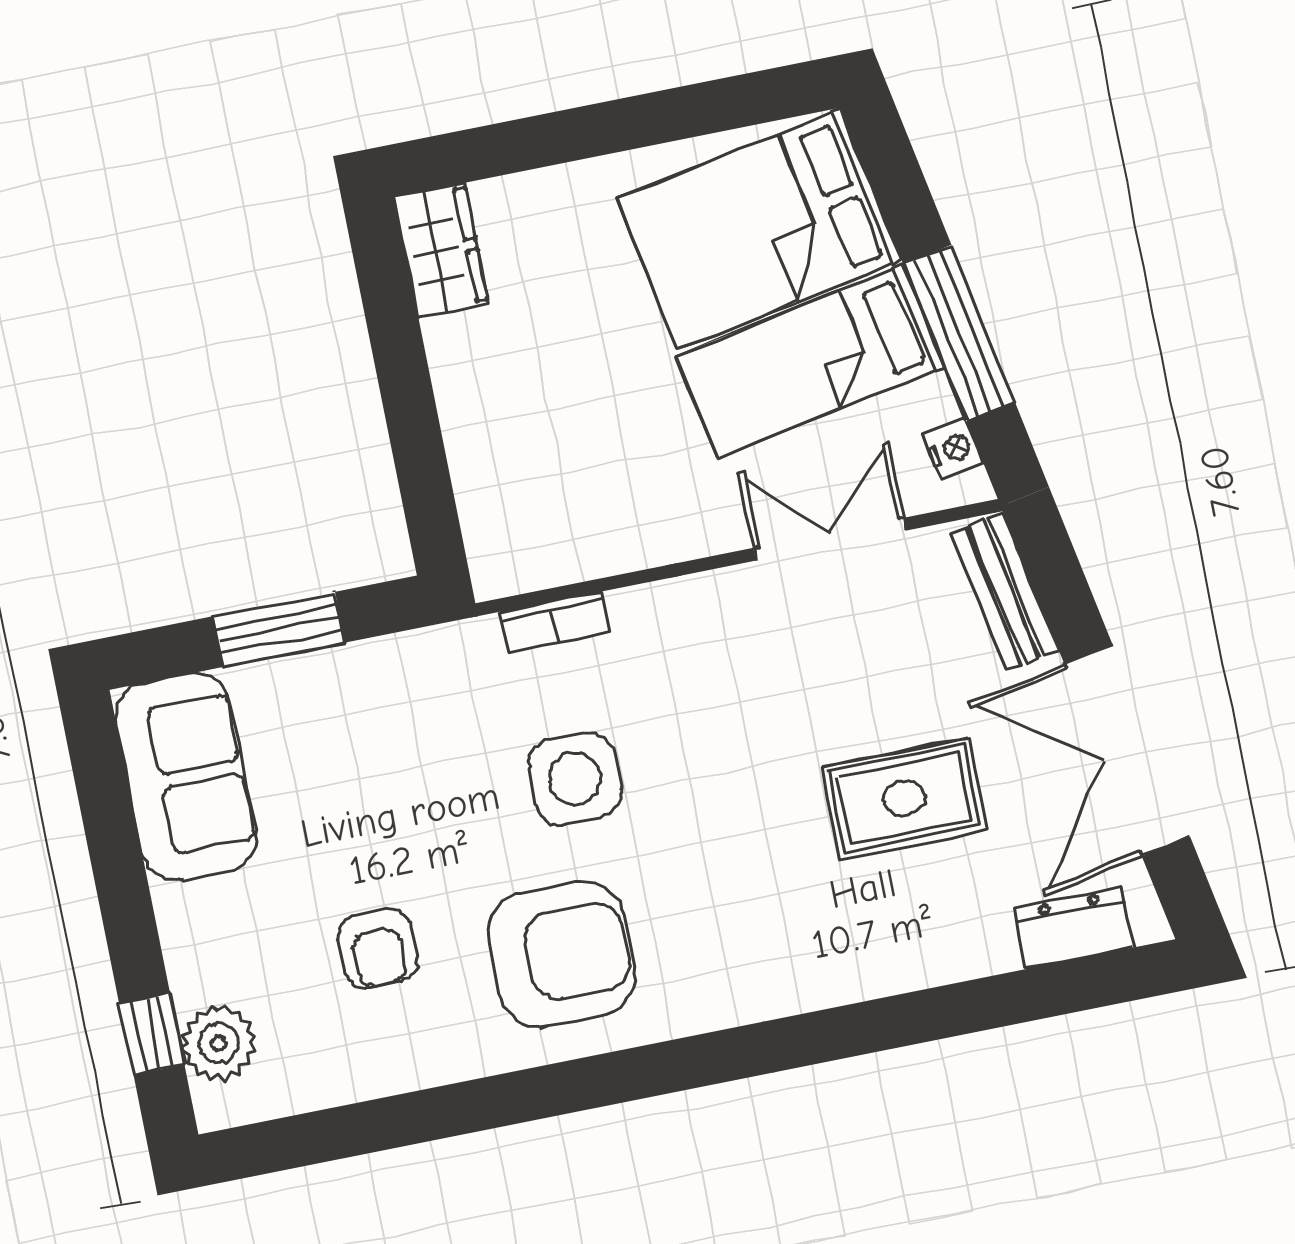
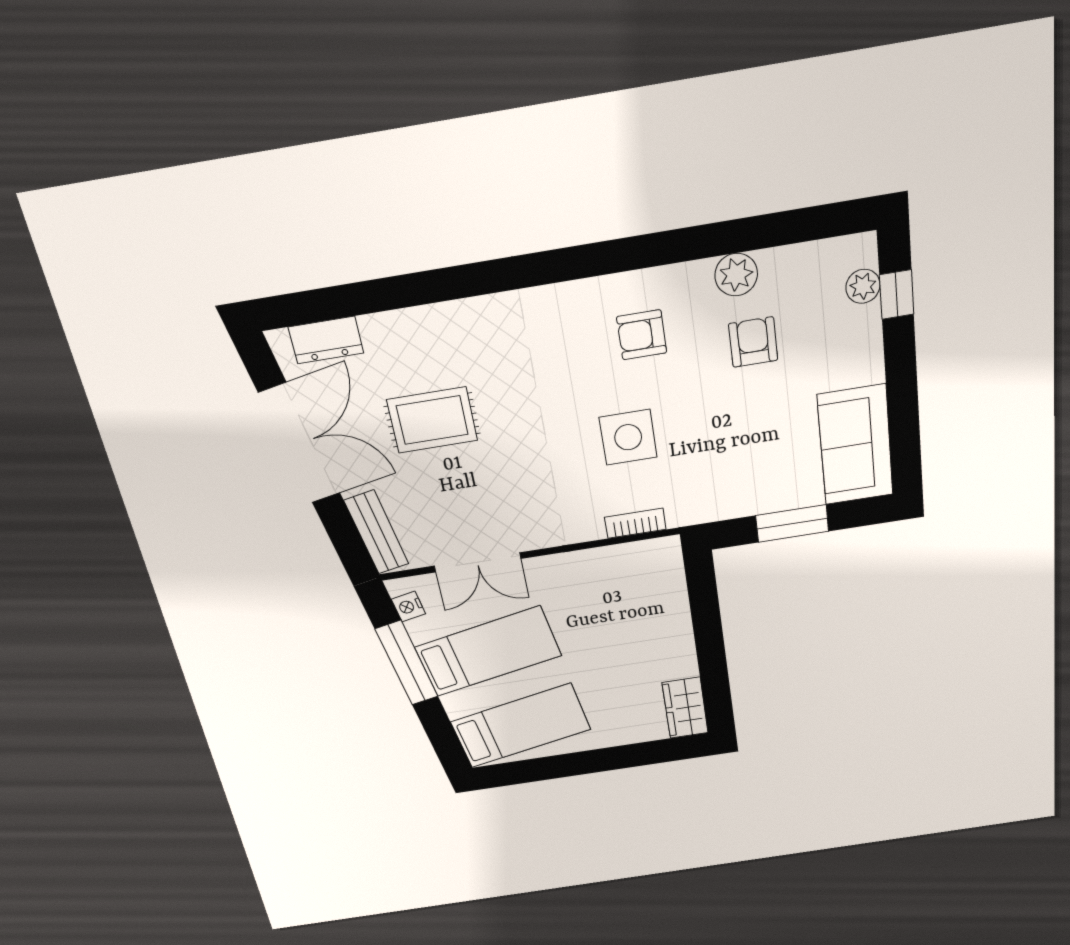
bed: (759, 229) -> (521, 726), width x0.67
armchair: (561, 954) -> (642, 335), width x0.53, depth x0.53
plant: (218, 1043) -> (863, 286), width x0.73, depth x0.73
plant: (415, 1057) -> (736, 275), added

